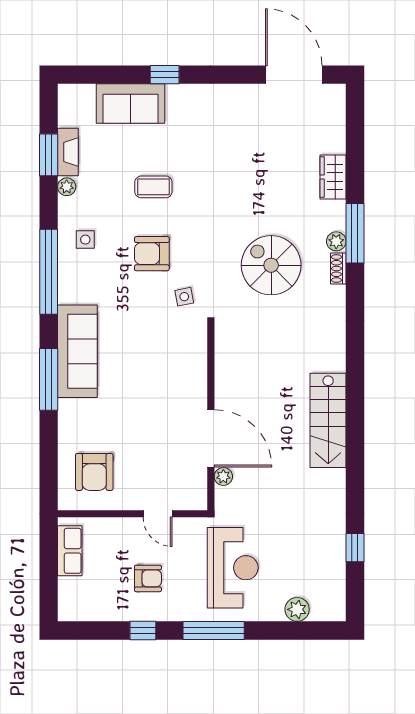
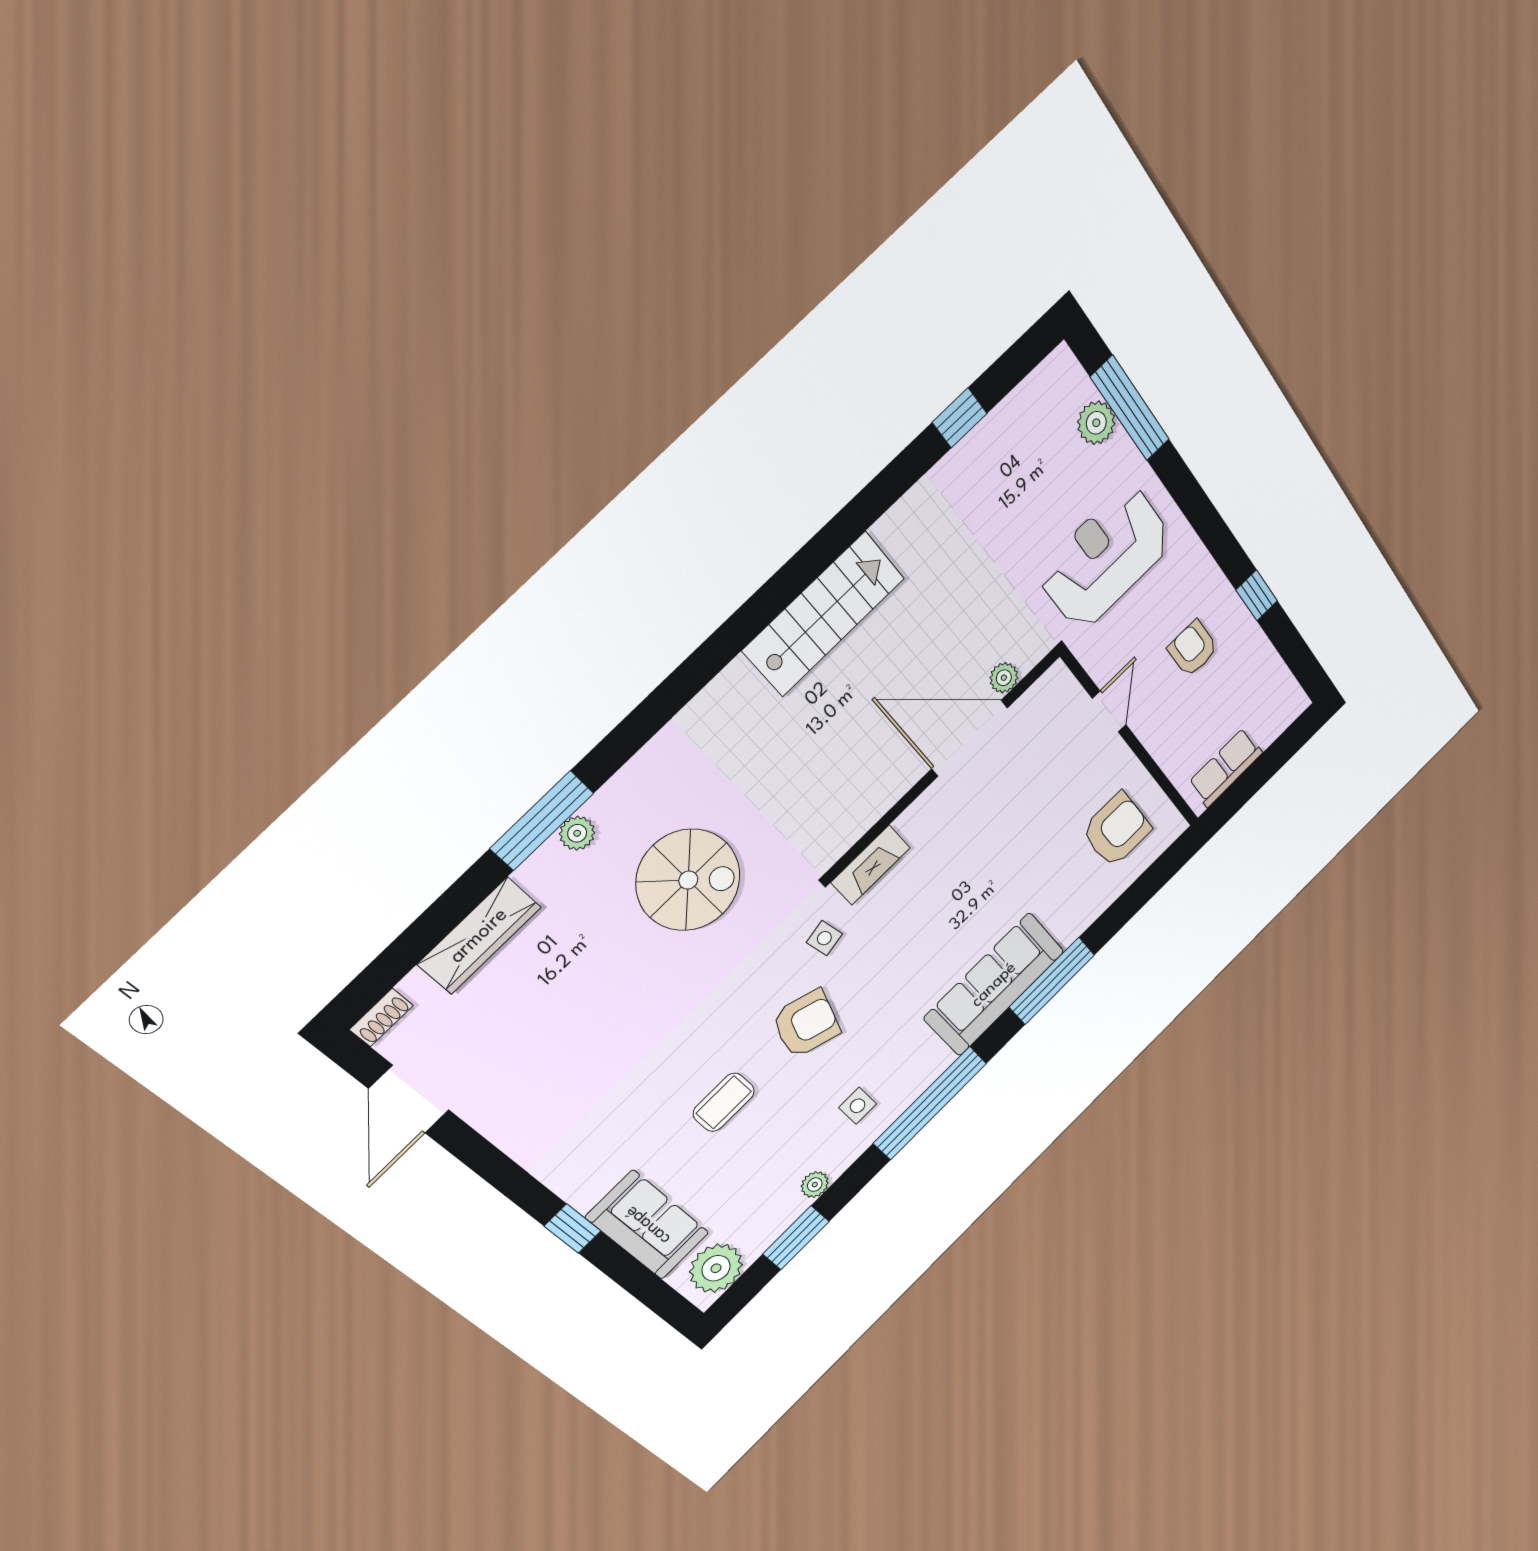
door: (294, 75) -> (409, 1099), width x0.73
plant: (75, 109) -> (716, 1268), added
fireplace: (68, 152) -> (870, 865), moved, turned 180
wardrobe: (333, 177) -> (479, 936), width x1.50
coffee table: (153, 187) -> (724, 1102), turned 90
armchair: (152, 254) -> (806, 1024), turned -72
spiral stairs: (271, 265) -> (688, 880), turned -90
shoe rack: (338, 269) -> (381, 1017), moved
door: (211, 438) -> (970, 738), hinge flipped
window: (214, 631) -> (1130, 408), moved

